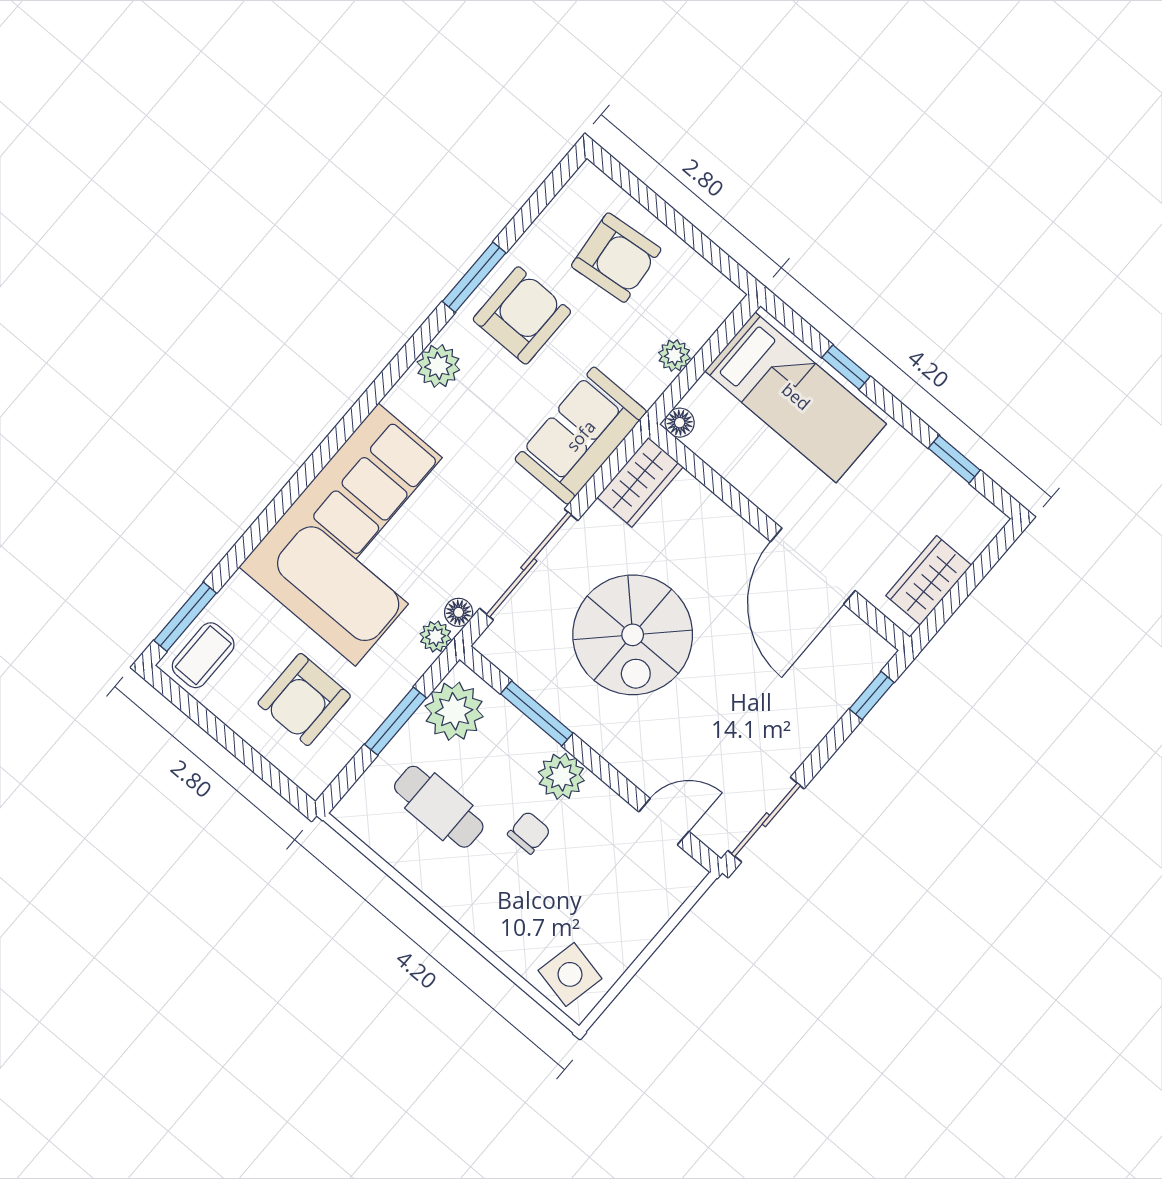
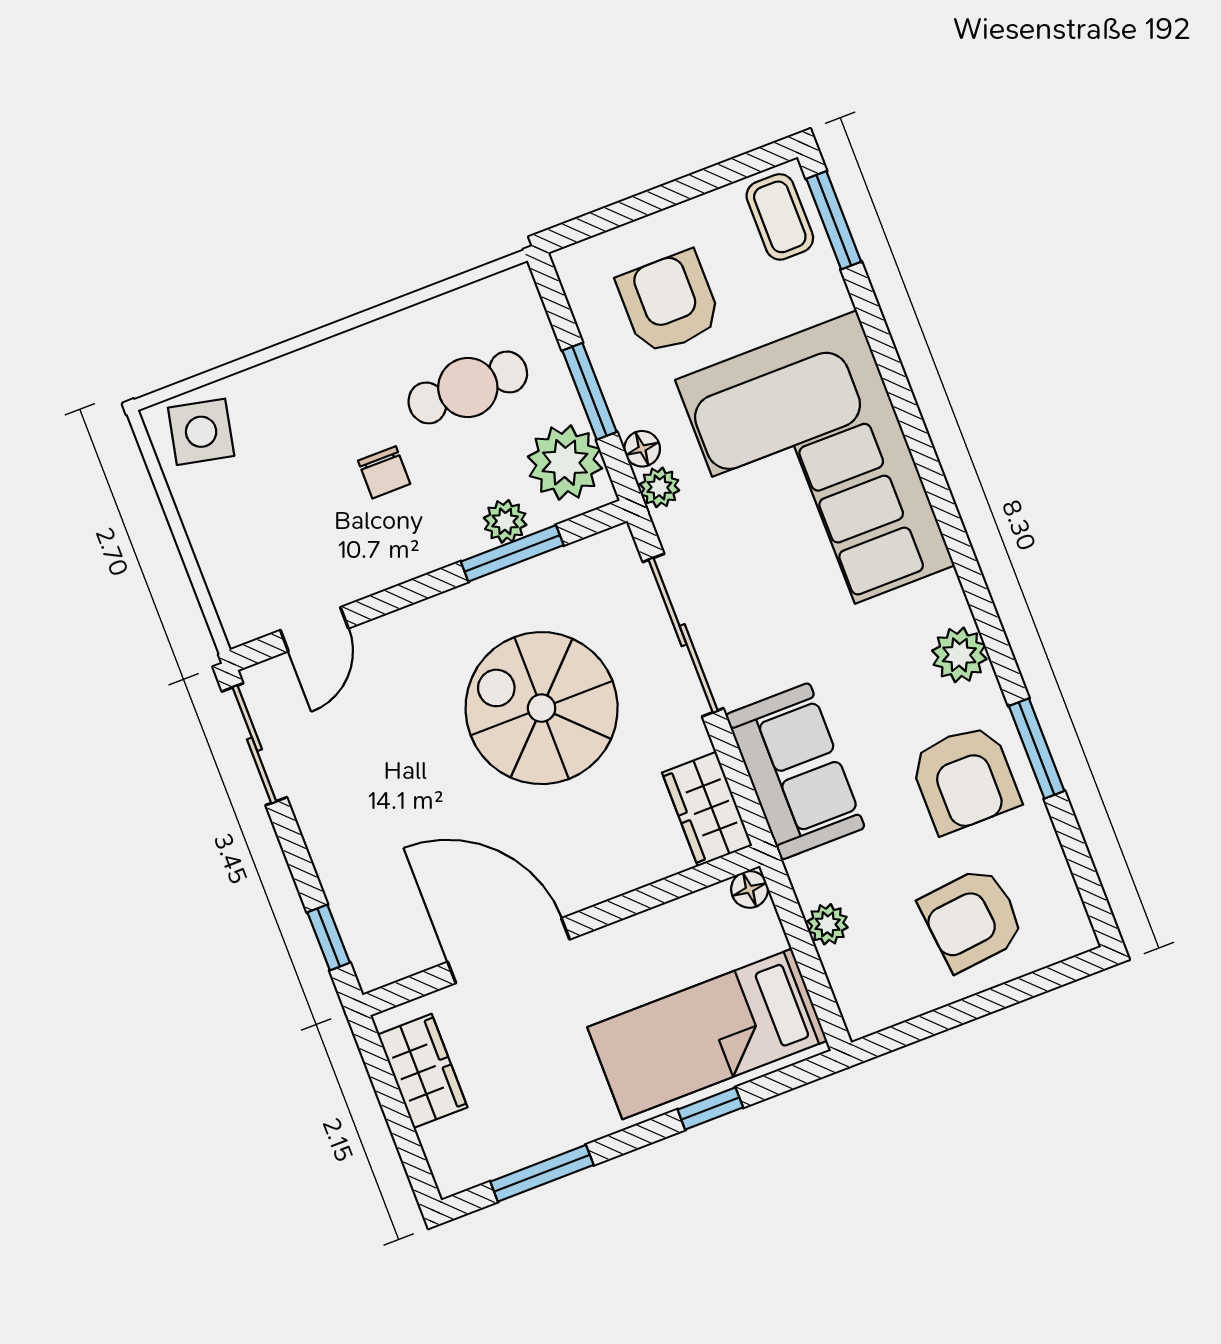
window: (954, 459) -> (542, 1173), width x1.50
floor lamp: (459, 612) -> (642, 449), moved
plant: (561, 776) -> (505, 521), moved, width x0.73, depth x0.73

